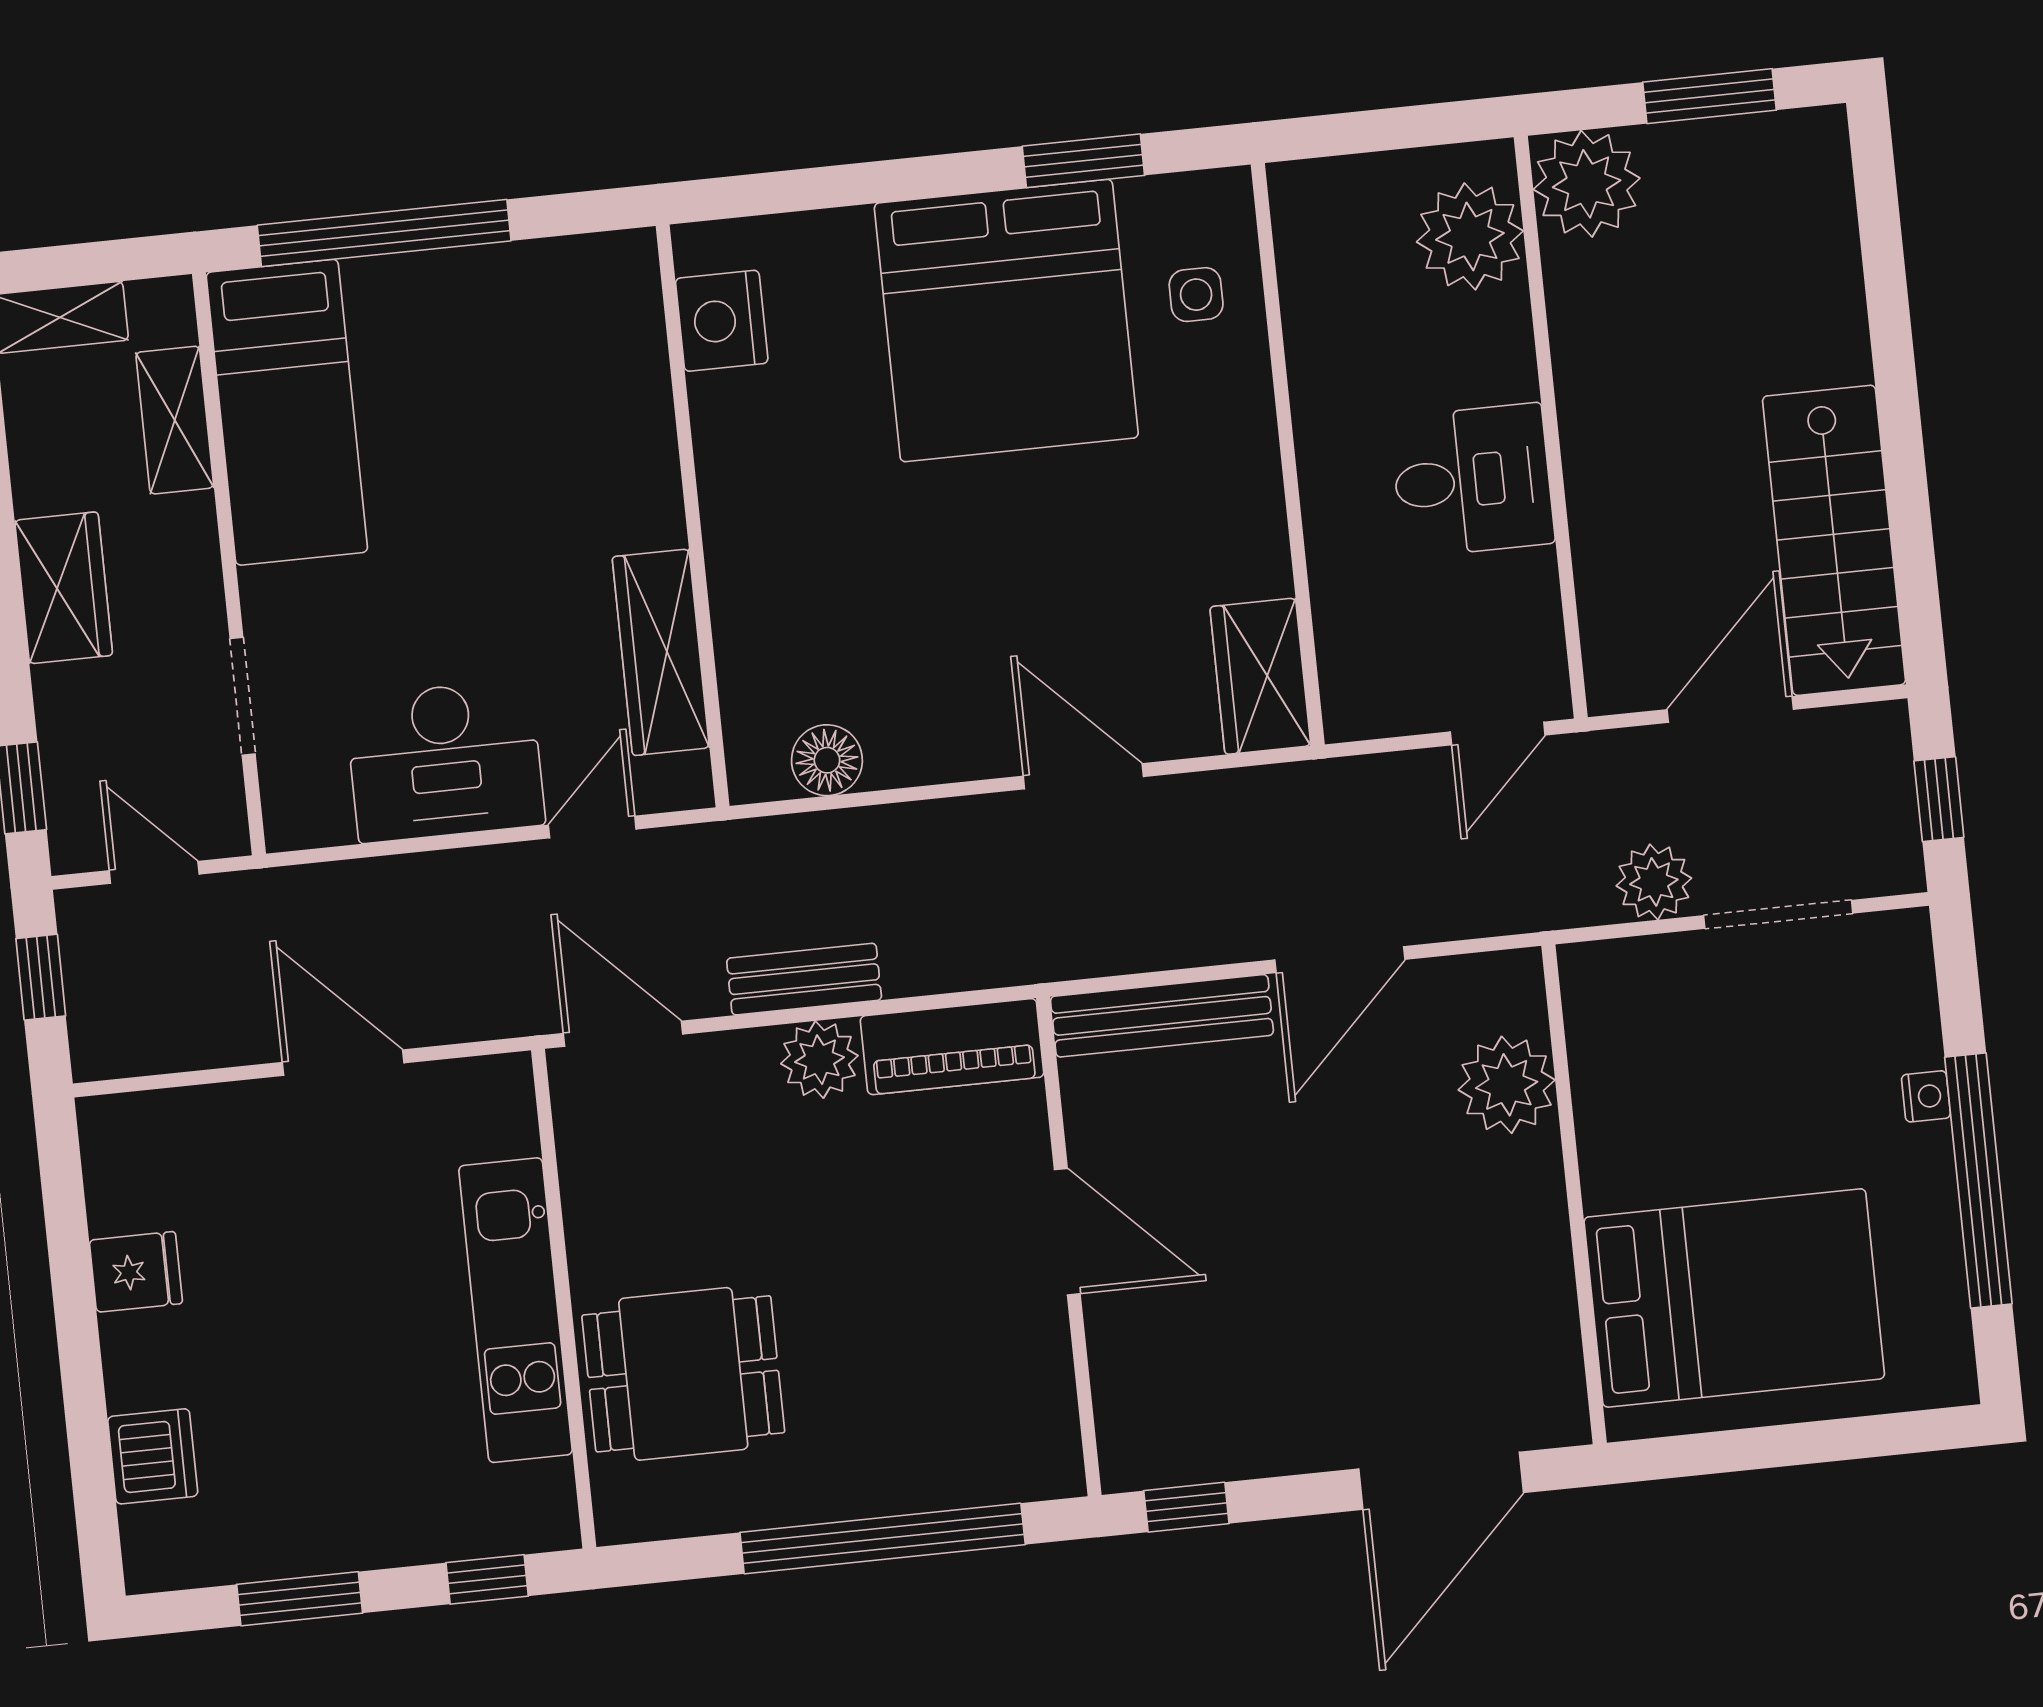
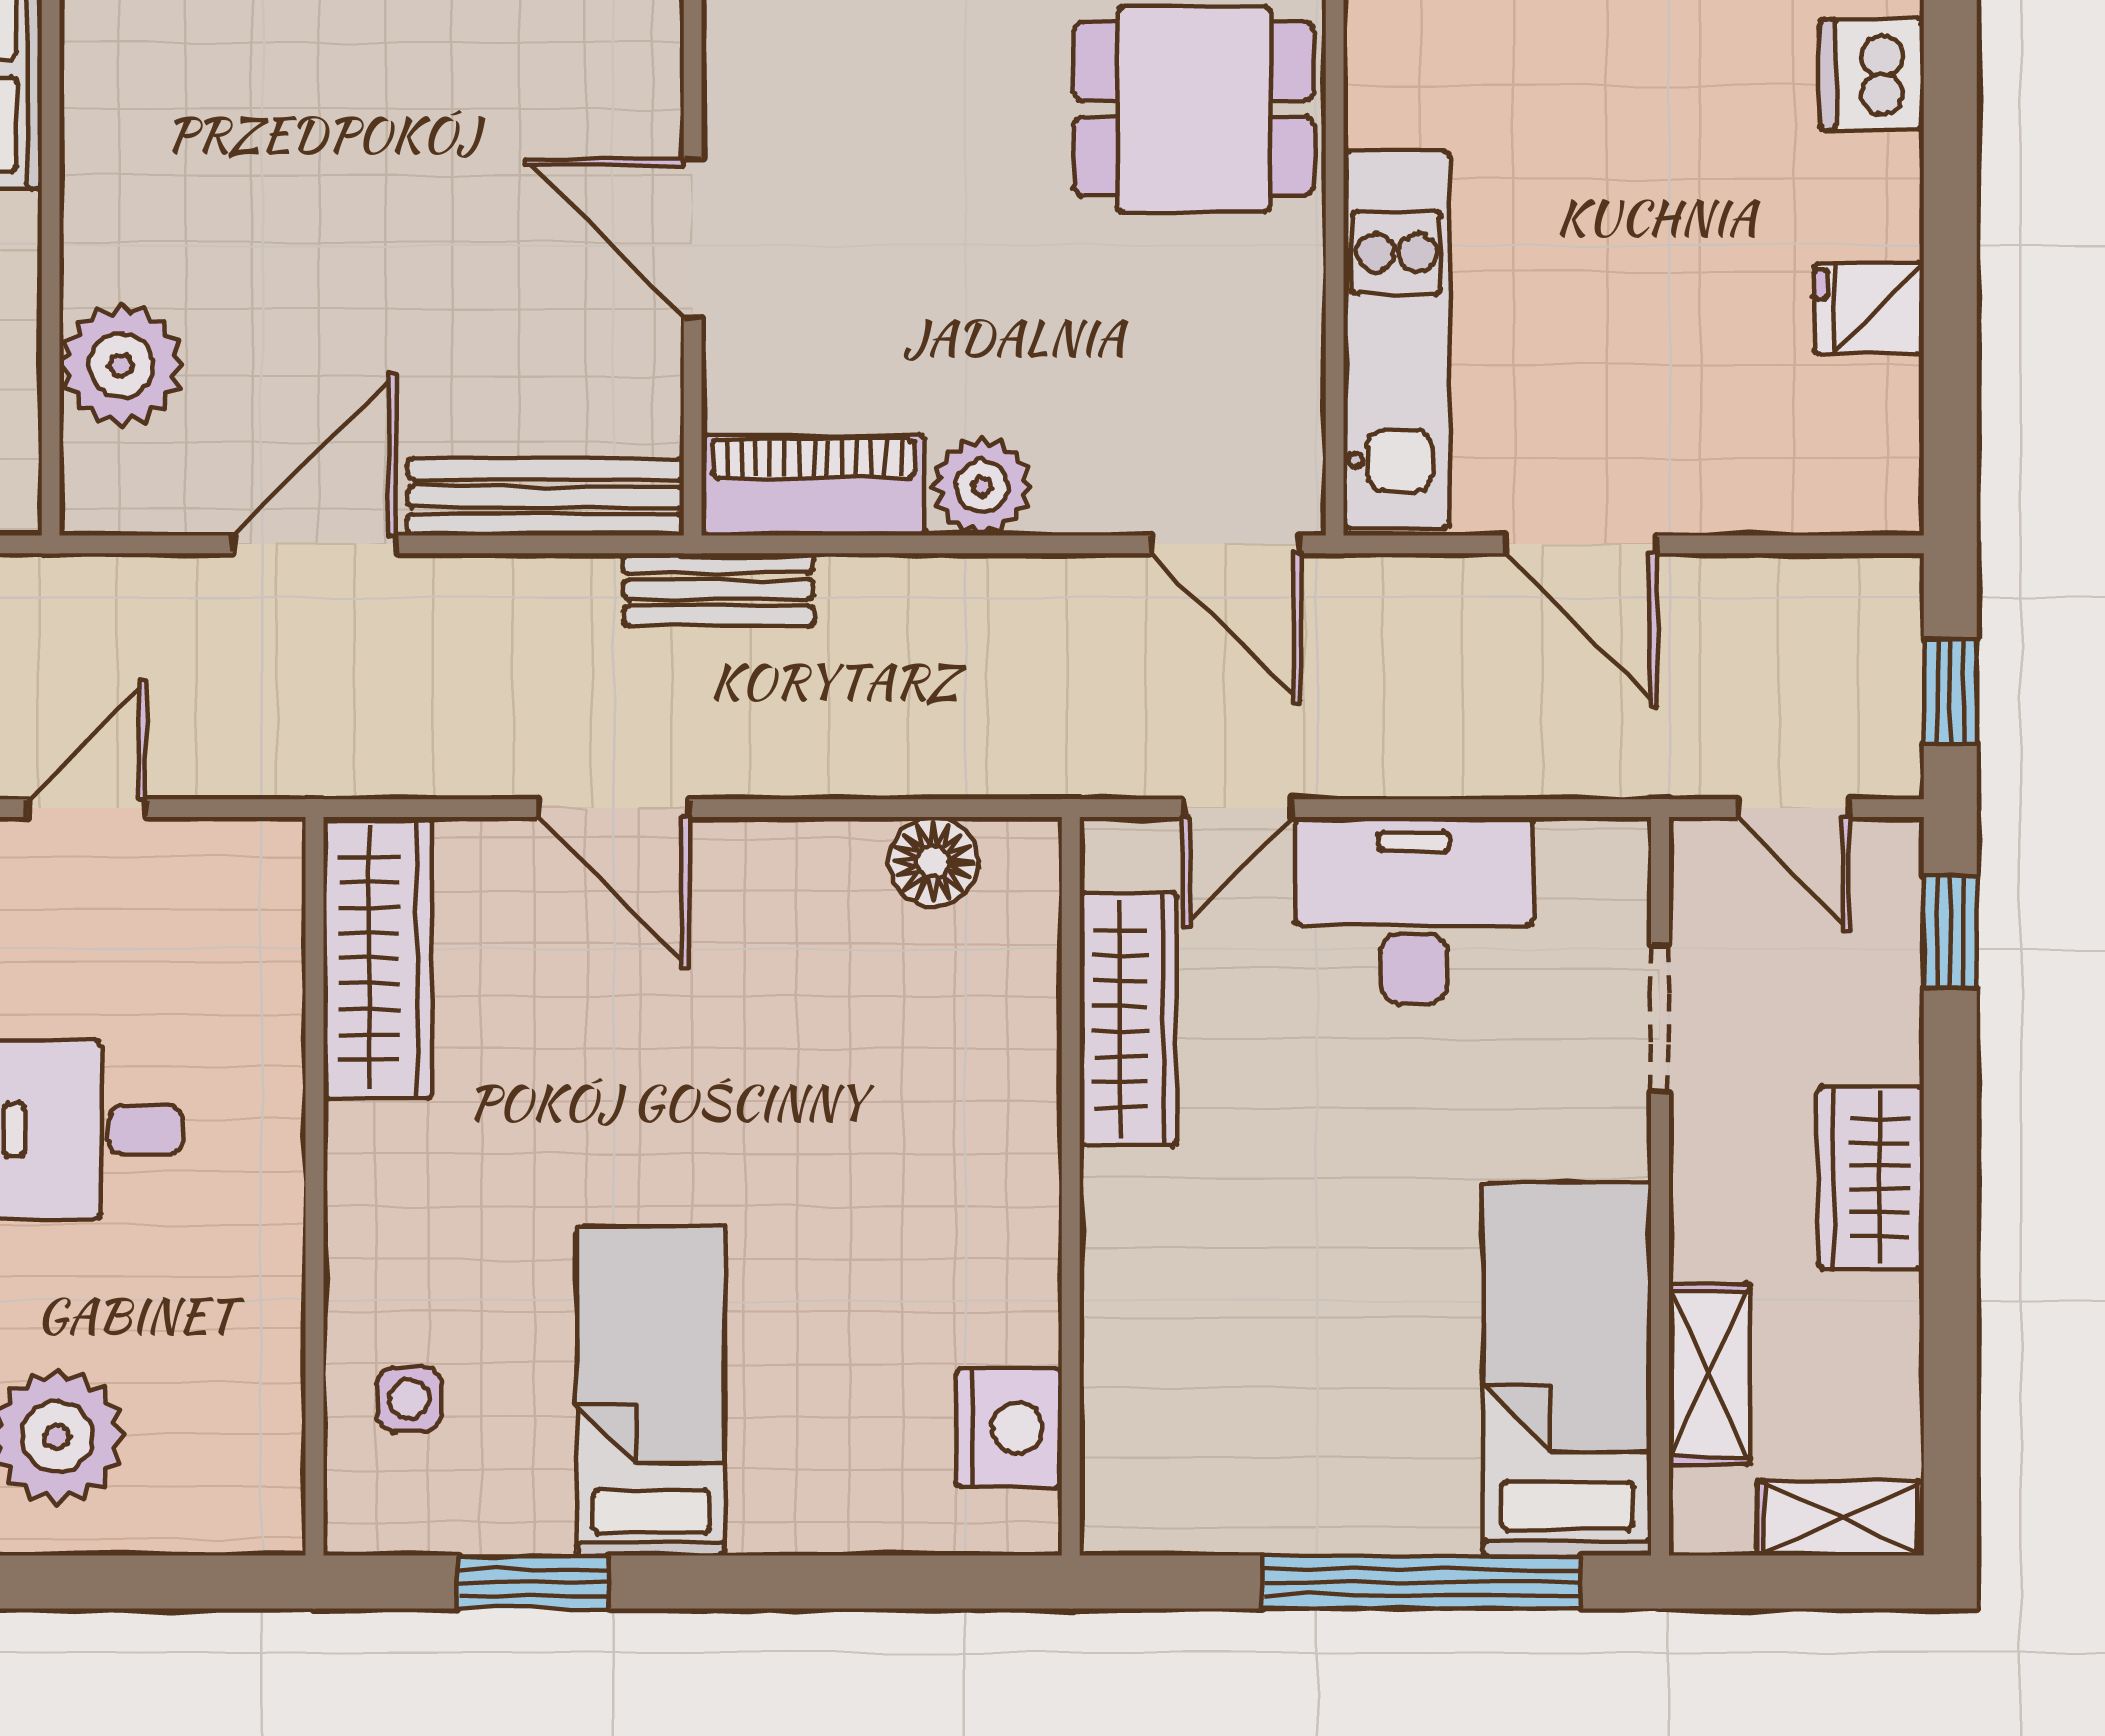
bed: (1006, 321) -> (651, 1391), width x0.49
wardrobe: (1260, 676) -> (378, 958), width x1.50
bench: (804, 979) -> (718, 589), moved
kitchen unit: (516, 1310) -> (1397, 340), moved

